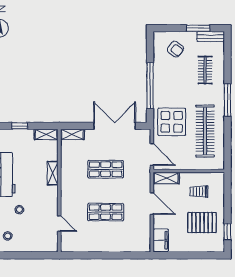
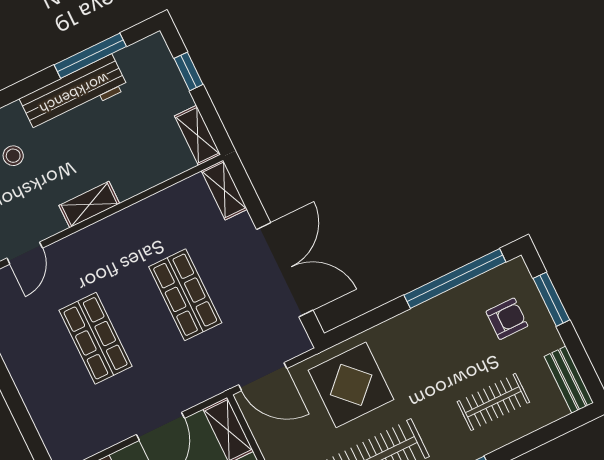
window: (198, 28) -> (551, 299), moved
armchair: (175, 49) -> (507, 319), turned -126
window: (150, 86) -> (455, 278), moved
door: (152, 155) -> (263, 377), hinge flipped
shelving: (53, 173) -> (89, 205), moved

